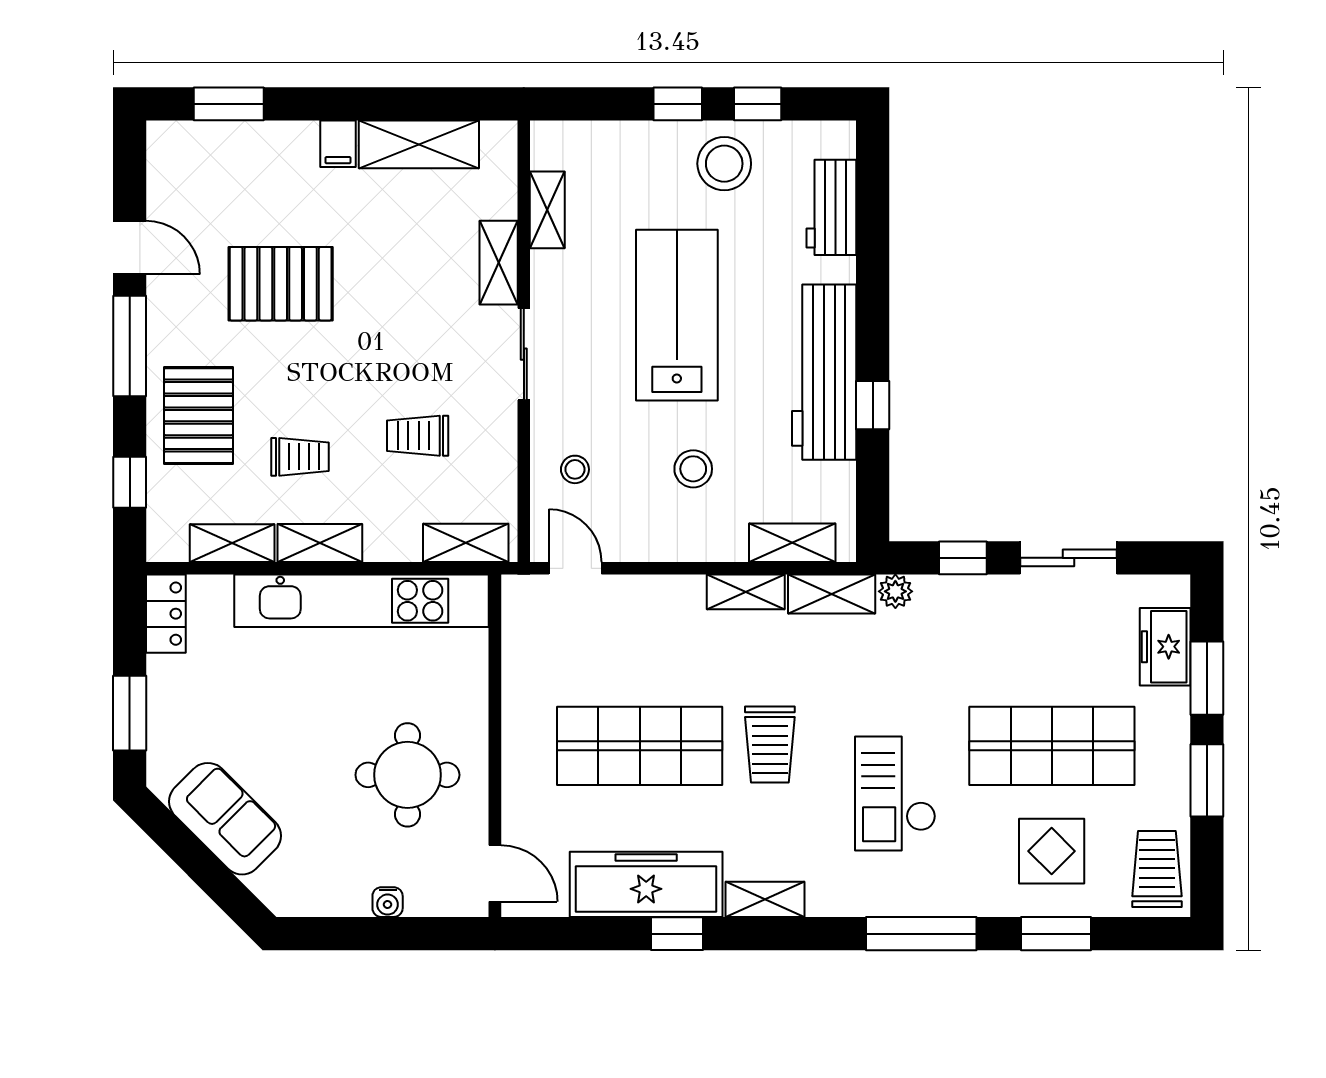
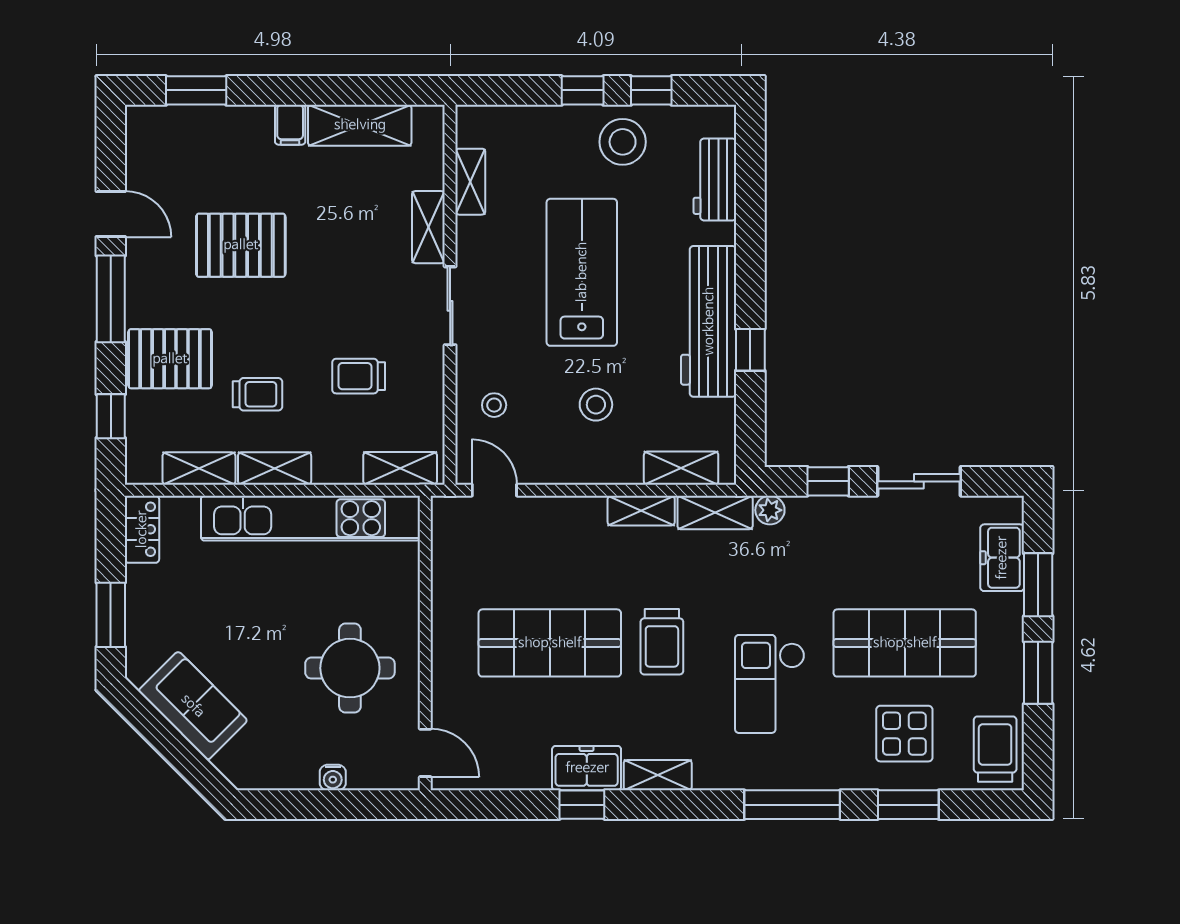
pallet: (198, 416) -> (170, 359), turned 90
freezer: (646, 884) -> (587, 768), width x0.52, depth x0.79

